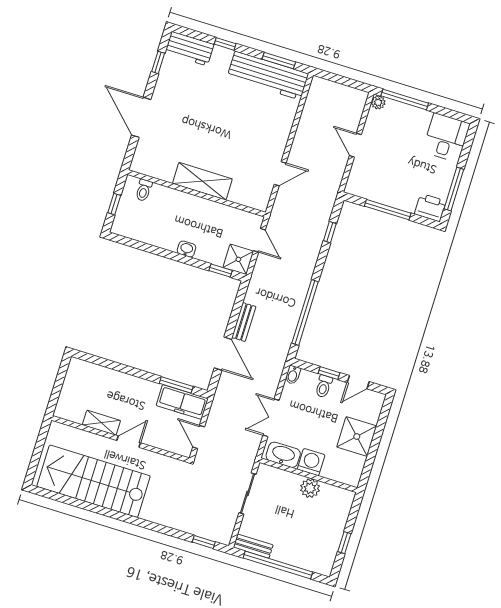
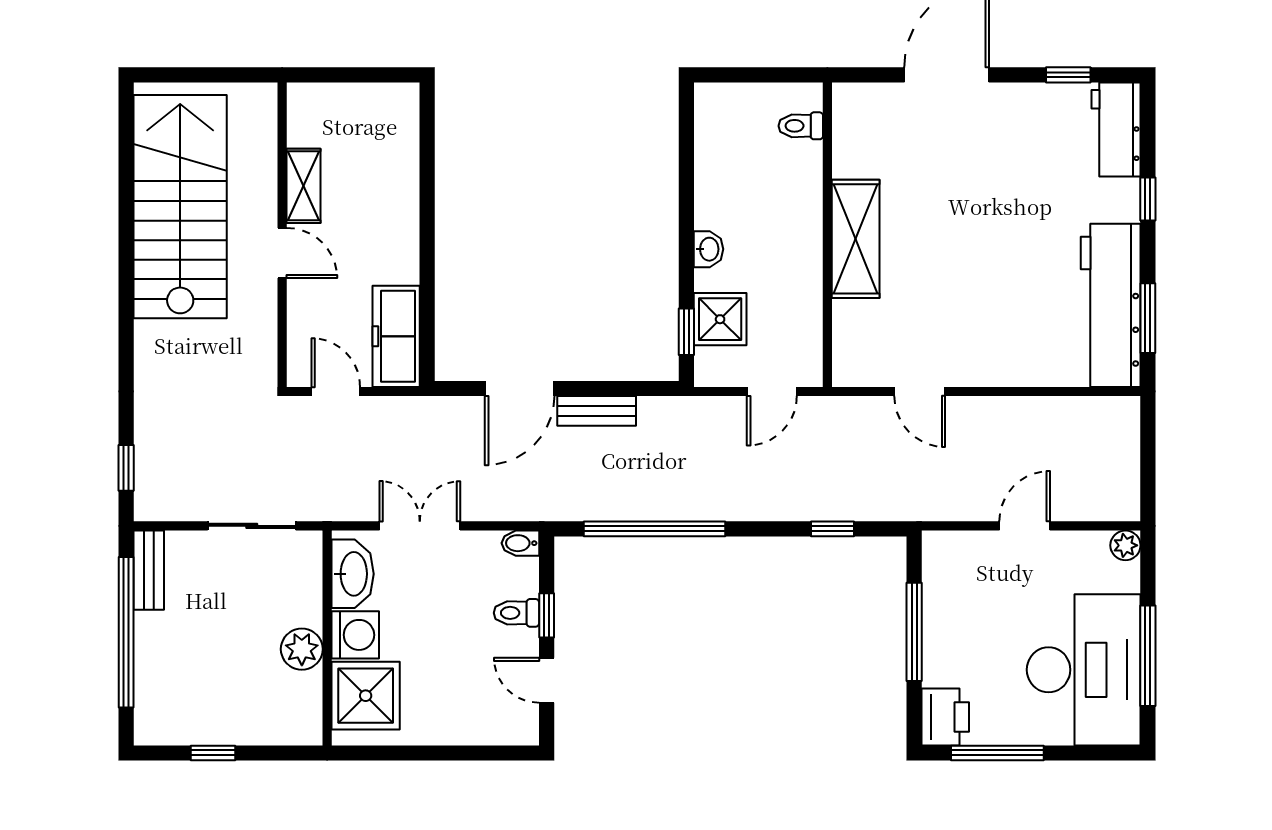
window: (405, 99) -> (1148, 656), moved
desk: (446, 138) -> (1084, 670), width x1.87, depth x1.30
window: (114, 204) -> (754, 75), removed
shower: (238, 259) -> (720, 319), moved
window: (176, 385) -> (427, 313), removed
shower: (357, 436) -> (366, 696), moved
door: (199, 437) -> (336, 391), hinge flipped

